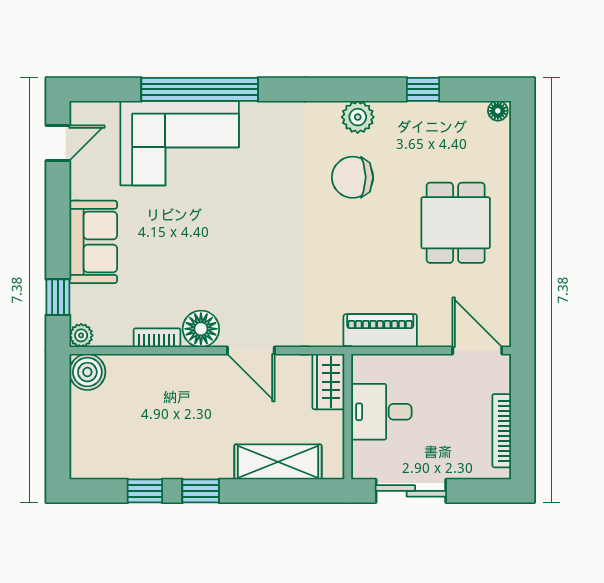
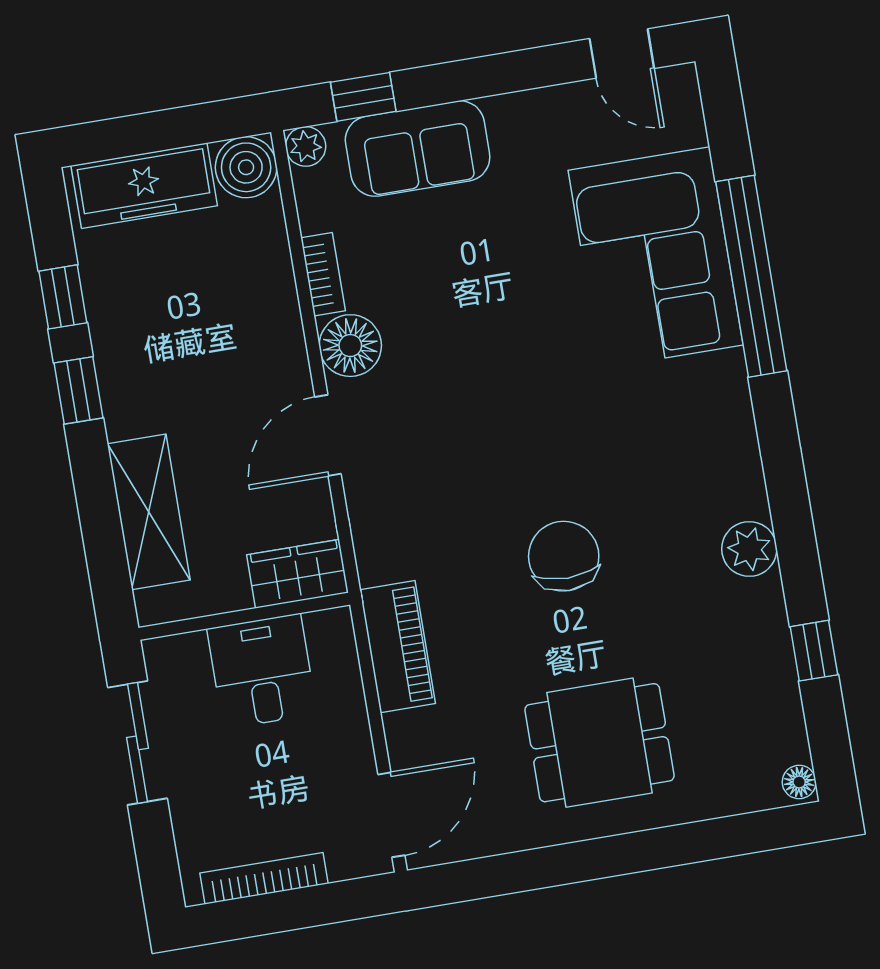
chair: (353, 177) -> (564, 556), moved
sofa: (93, 242) -> (418, 149), moved
freezer: (88, 433) -> (144, 186), added

